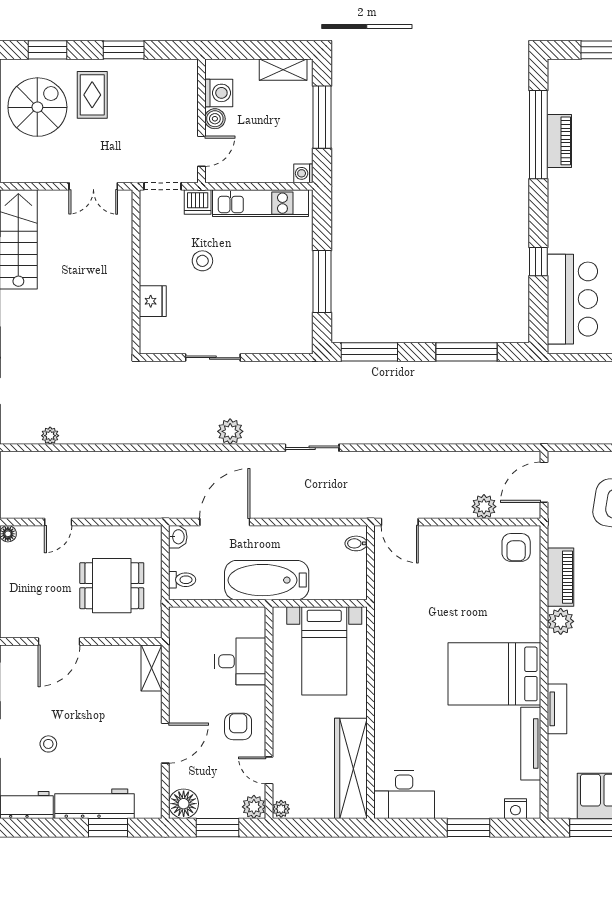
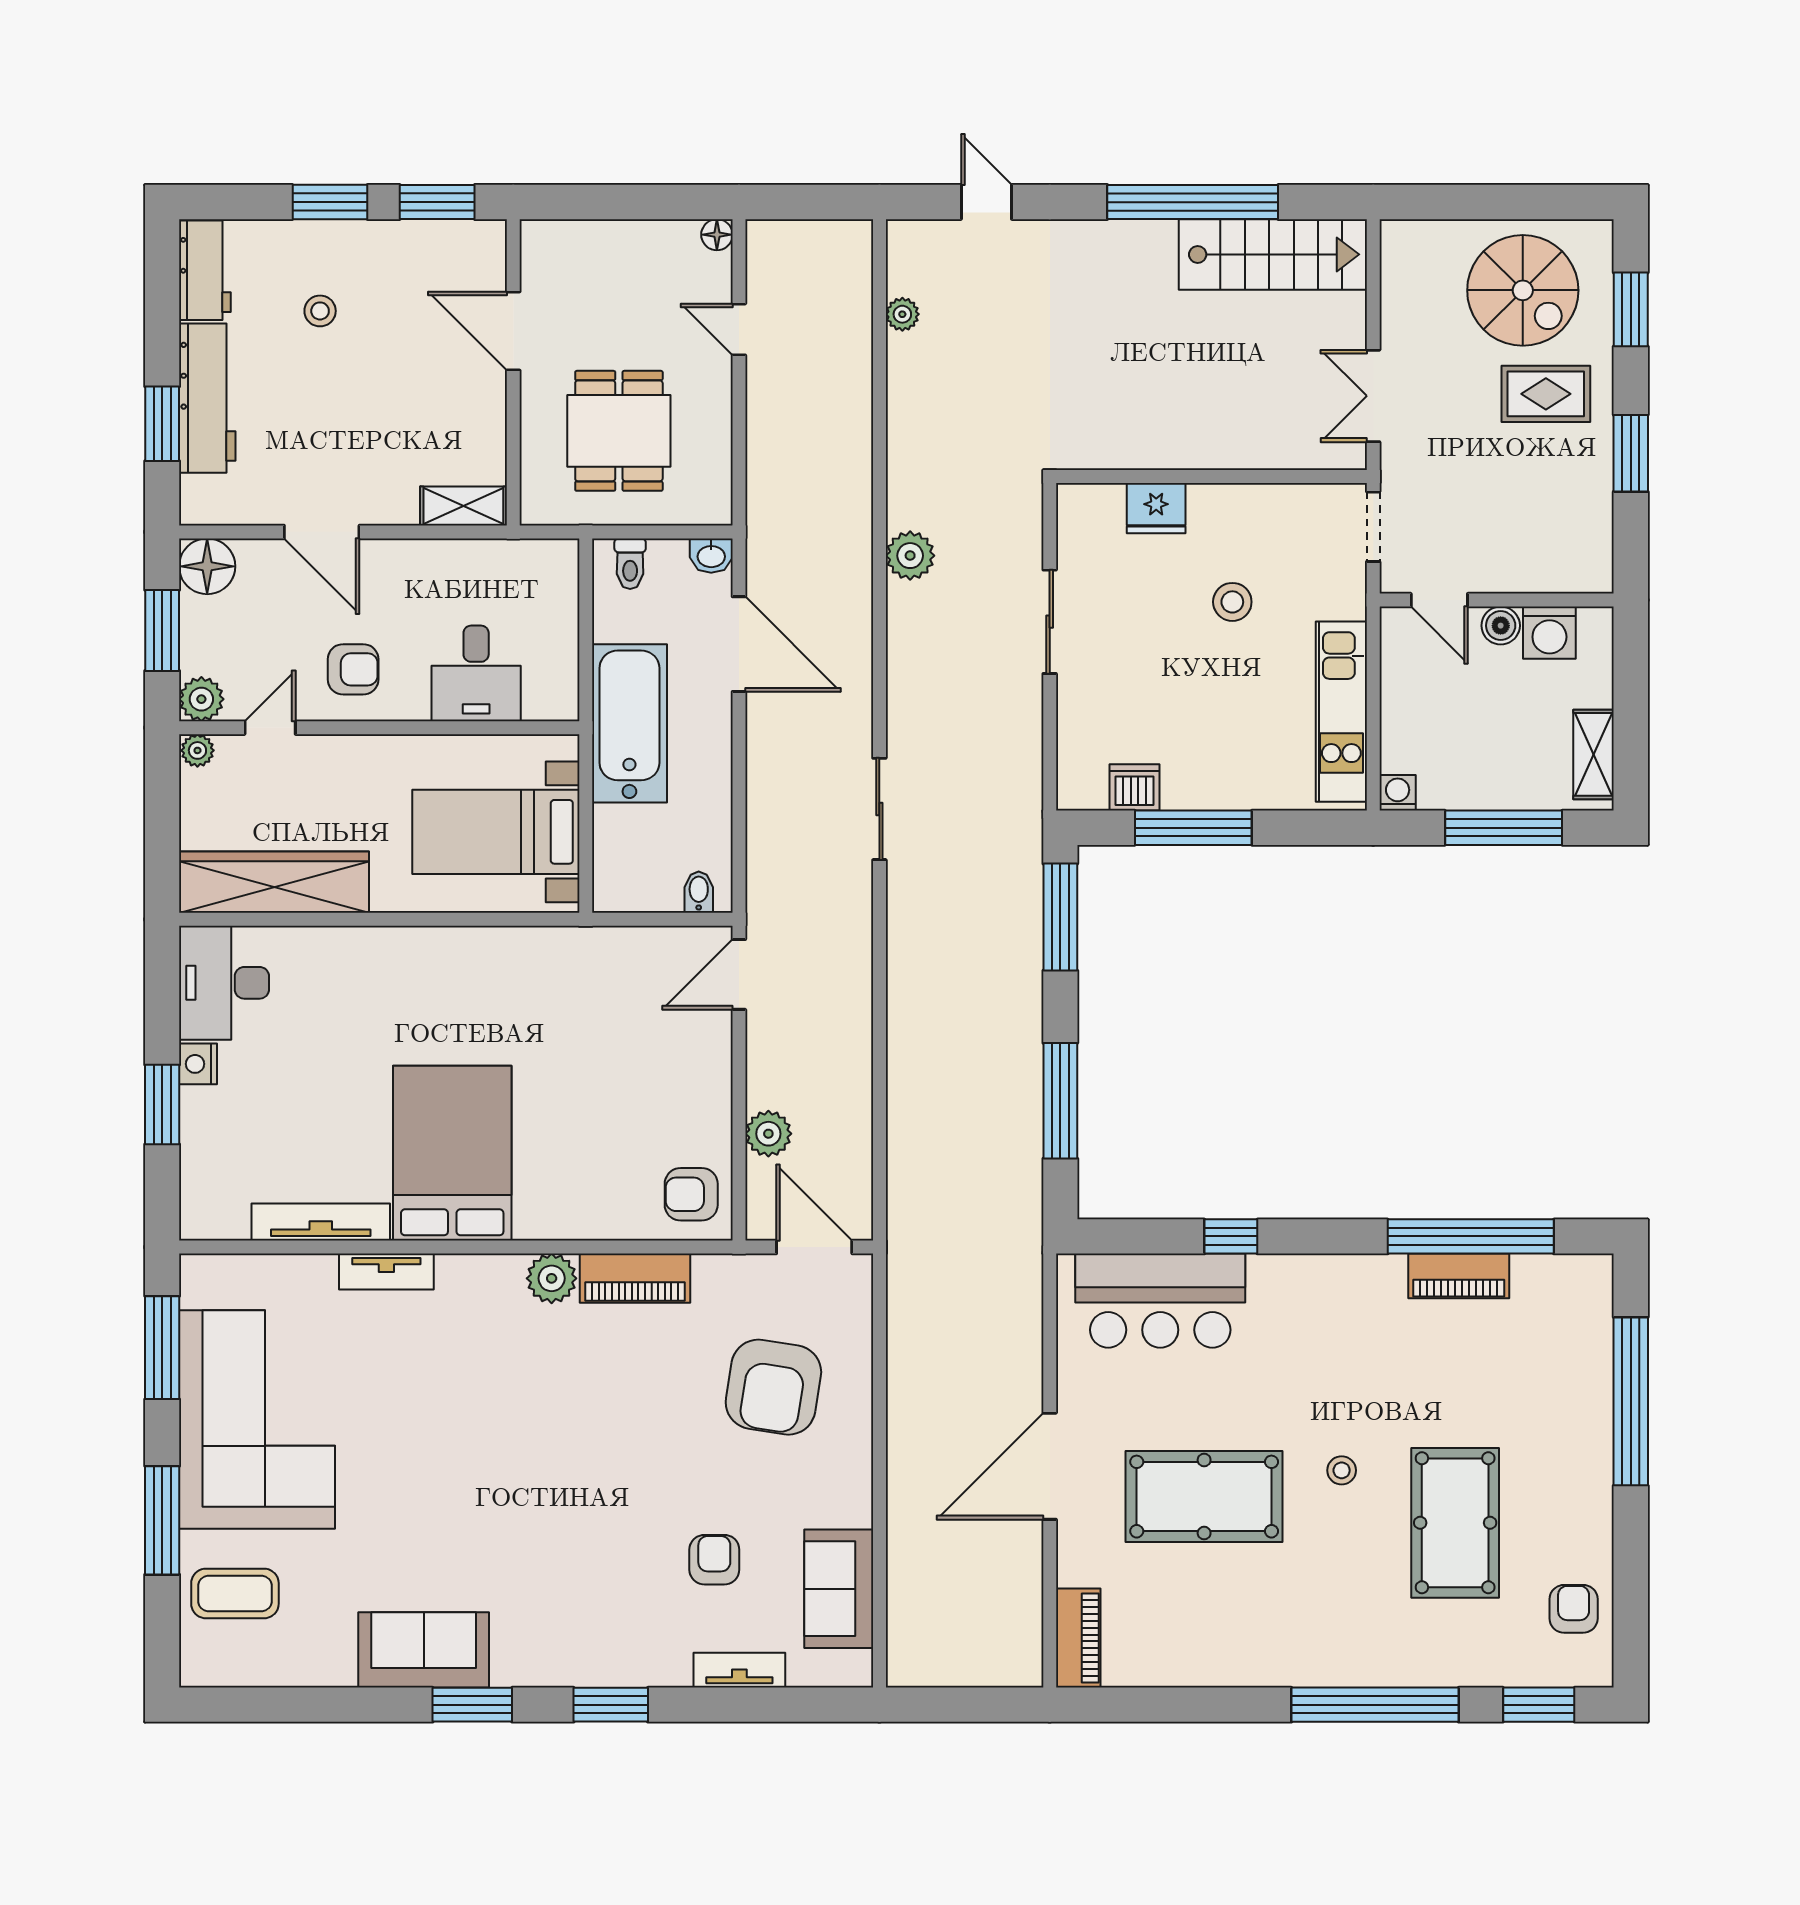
dishwasher: (198, 202) -> (1134, 787), moved, turned 90
plant: (230, 431) -> (910, 556), moved
nightstand: (515, 809) -> (198, 1064), moved

